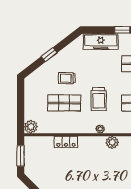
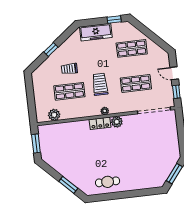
trolley: (99, 99) -> (100, 84), turned 180
plant: (31, 127) -> (54, 115), moved
locker: (66, 142) -> (100, 123), moved

